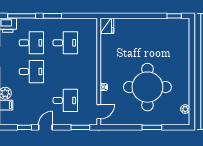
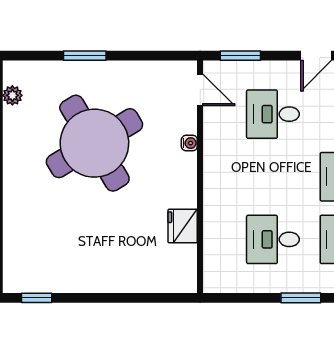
fridge: (107, 26) -> (183, 226), moved
round table: (147, 87) -> (94, 143), turned -31
door: (99, 112) -> (200, 90), swing flipped

